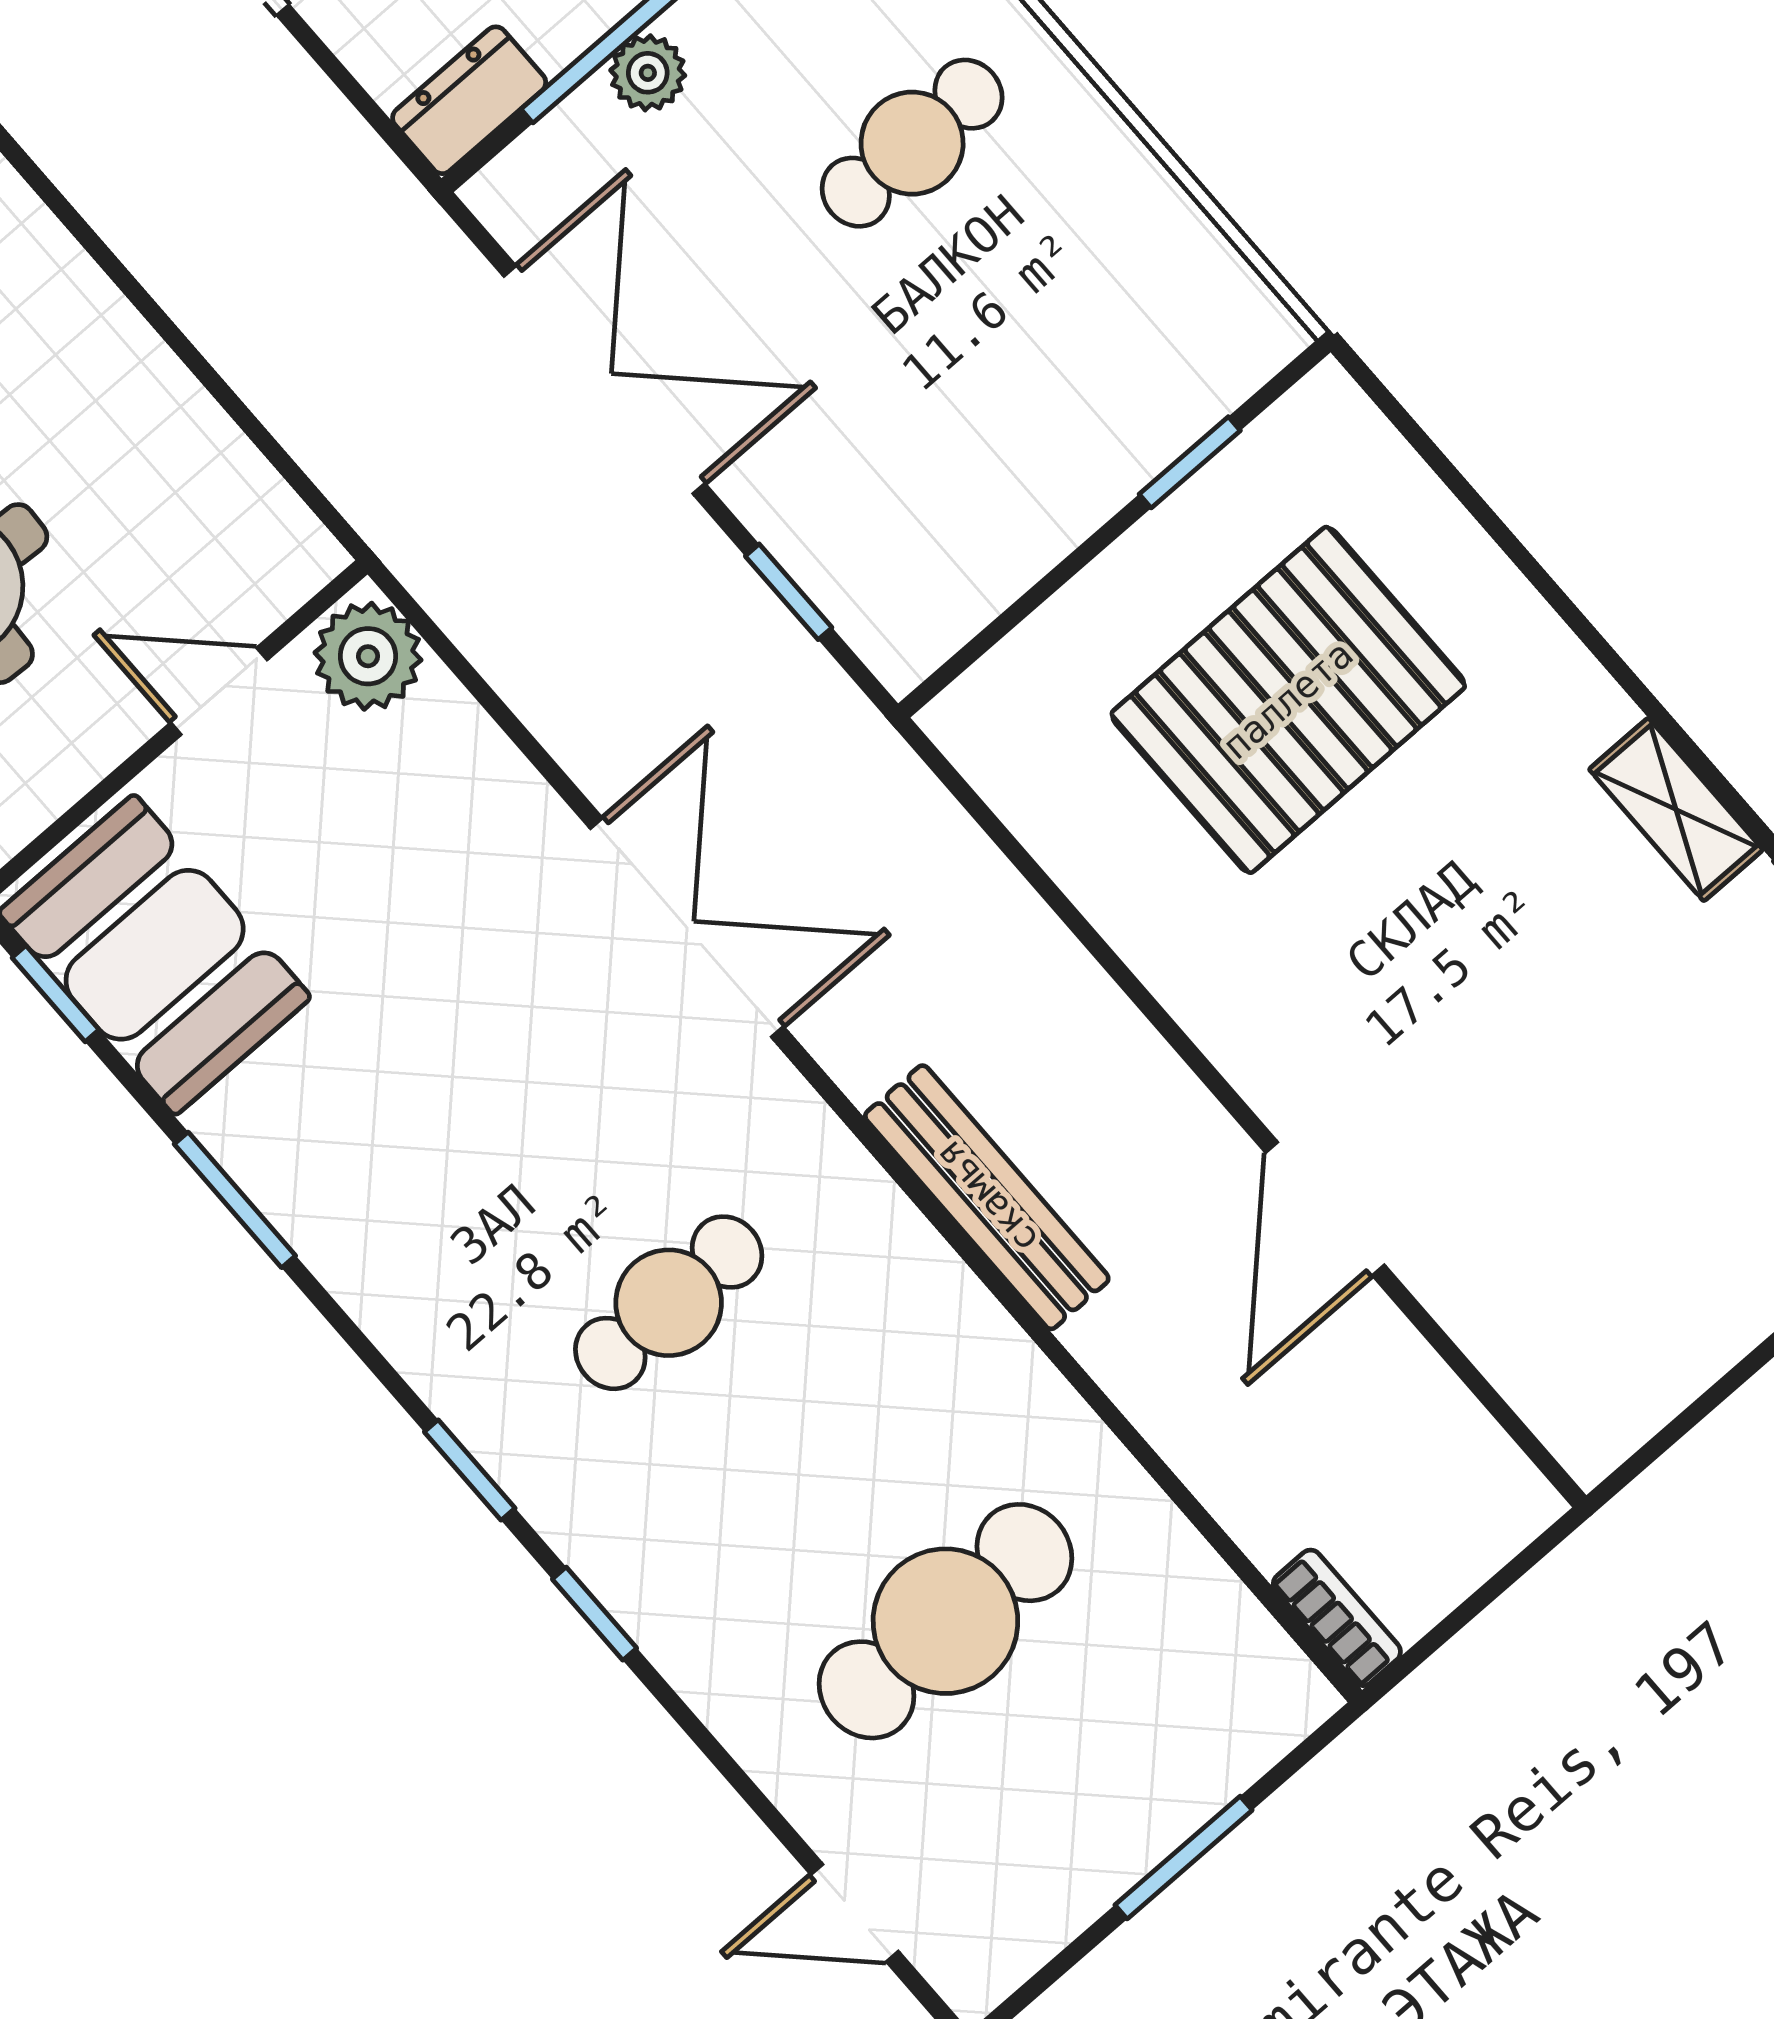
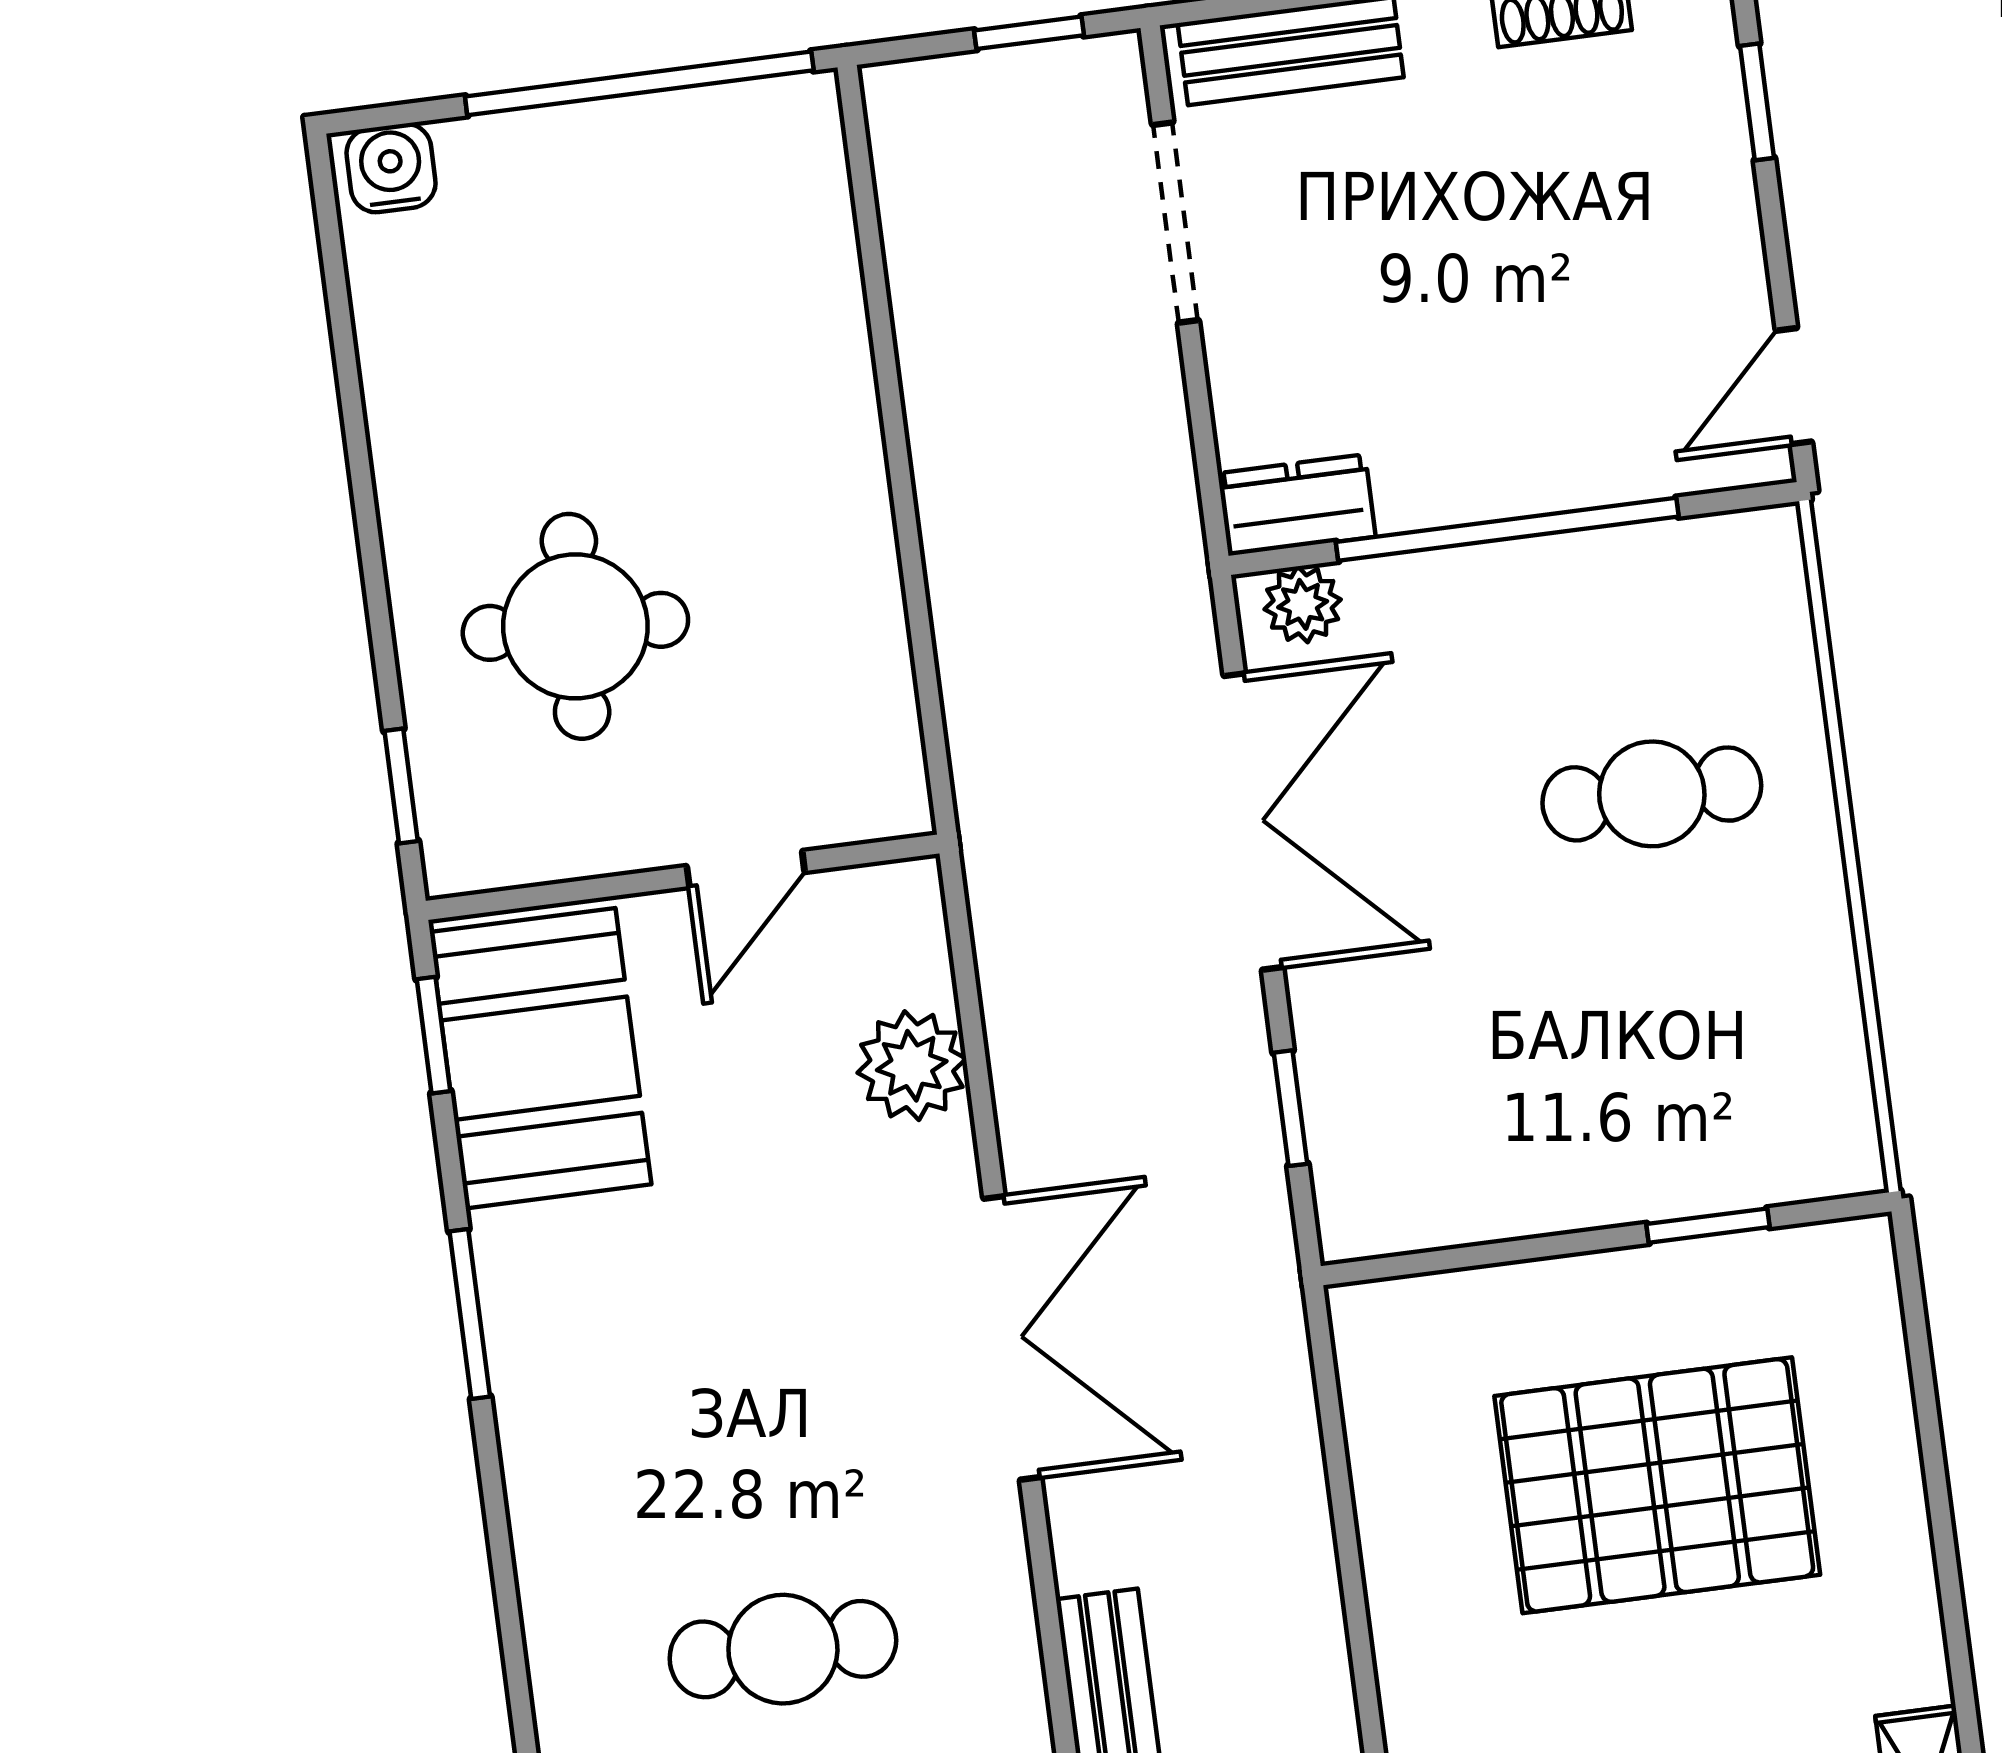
plant: (648, 73) -> (1303, 604), moved
plant: (368, 656) -> (912, 1066), moved
door: (219, 691) -> (746, 869), swing flipped
window: (470, 1470) -> (517, 1679), removed

